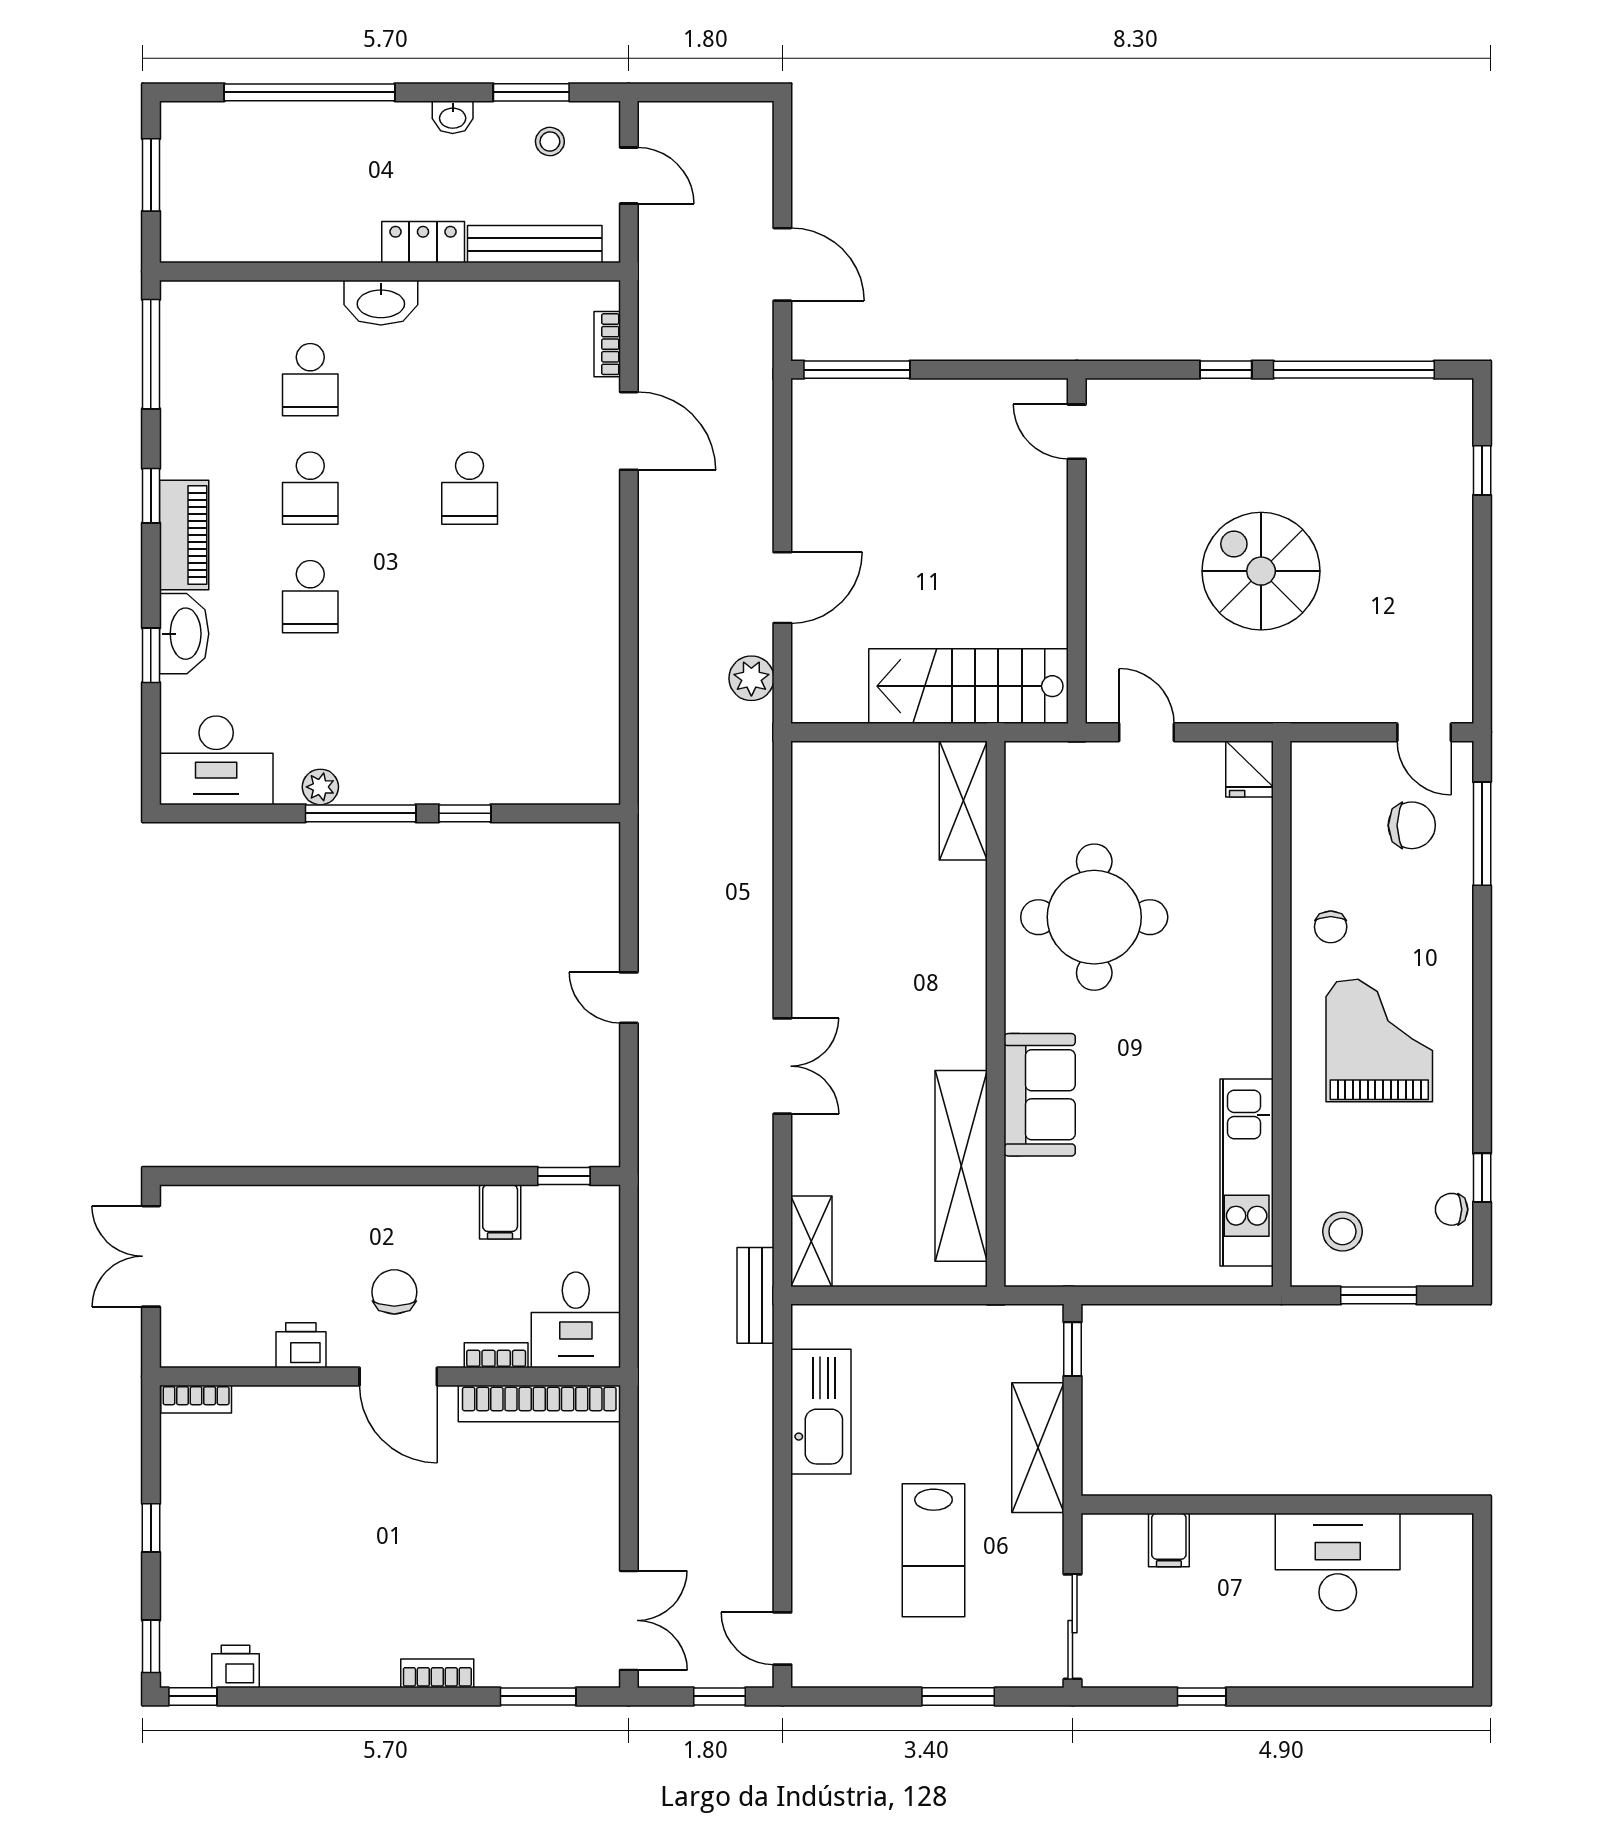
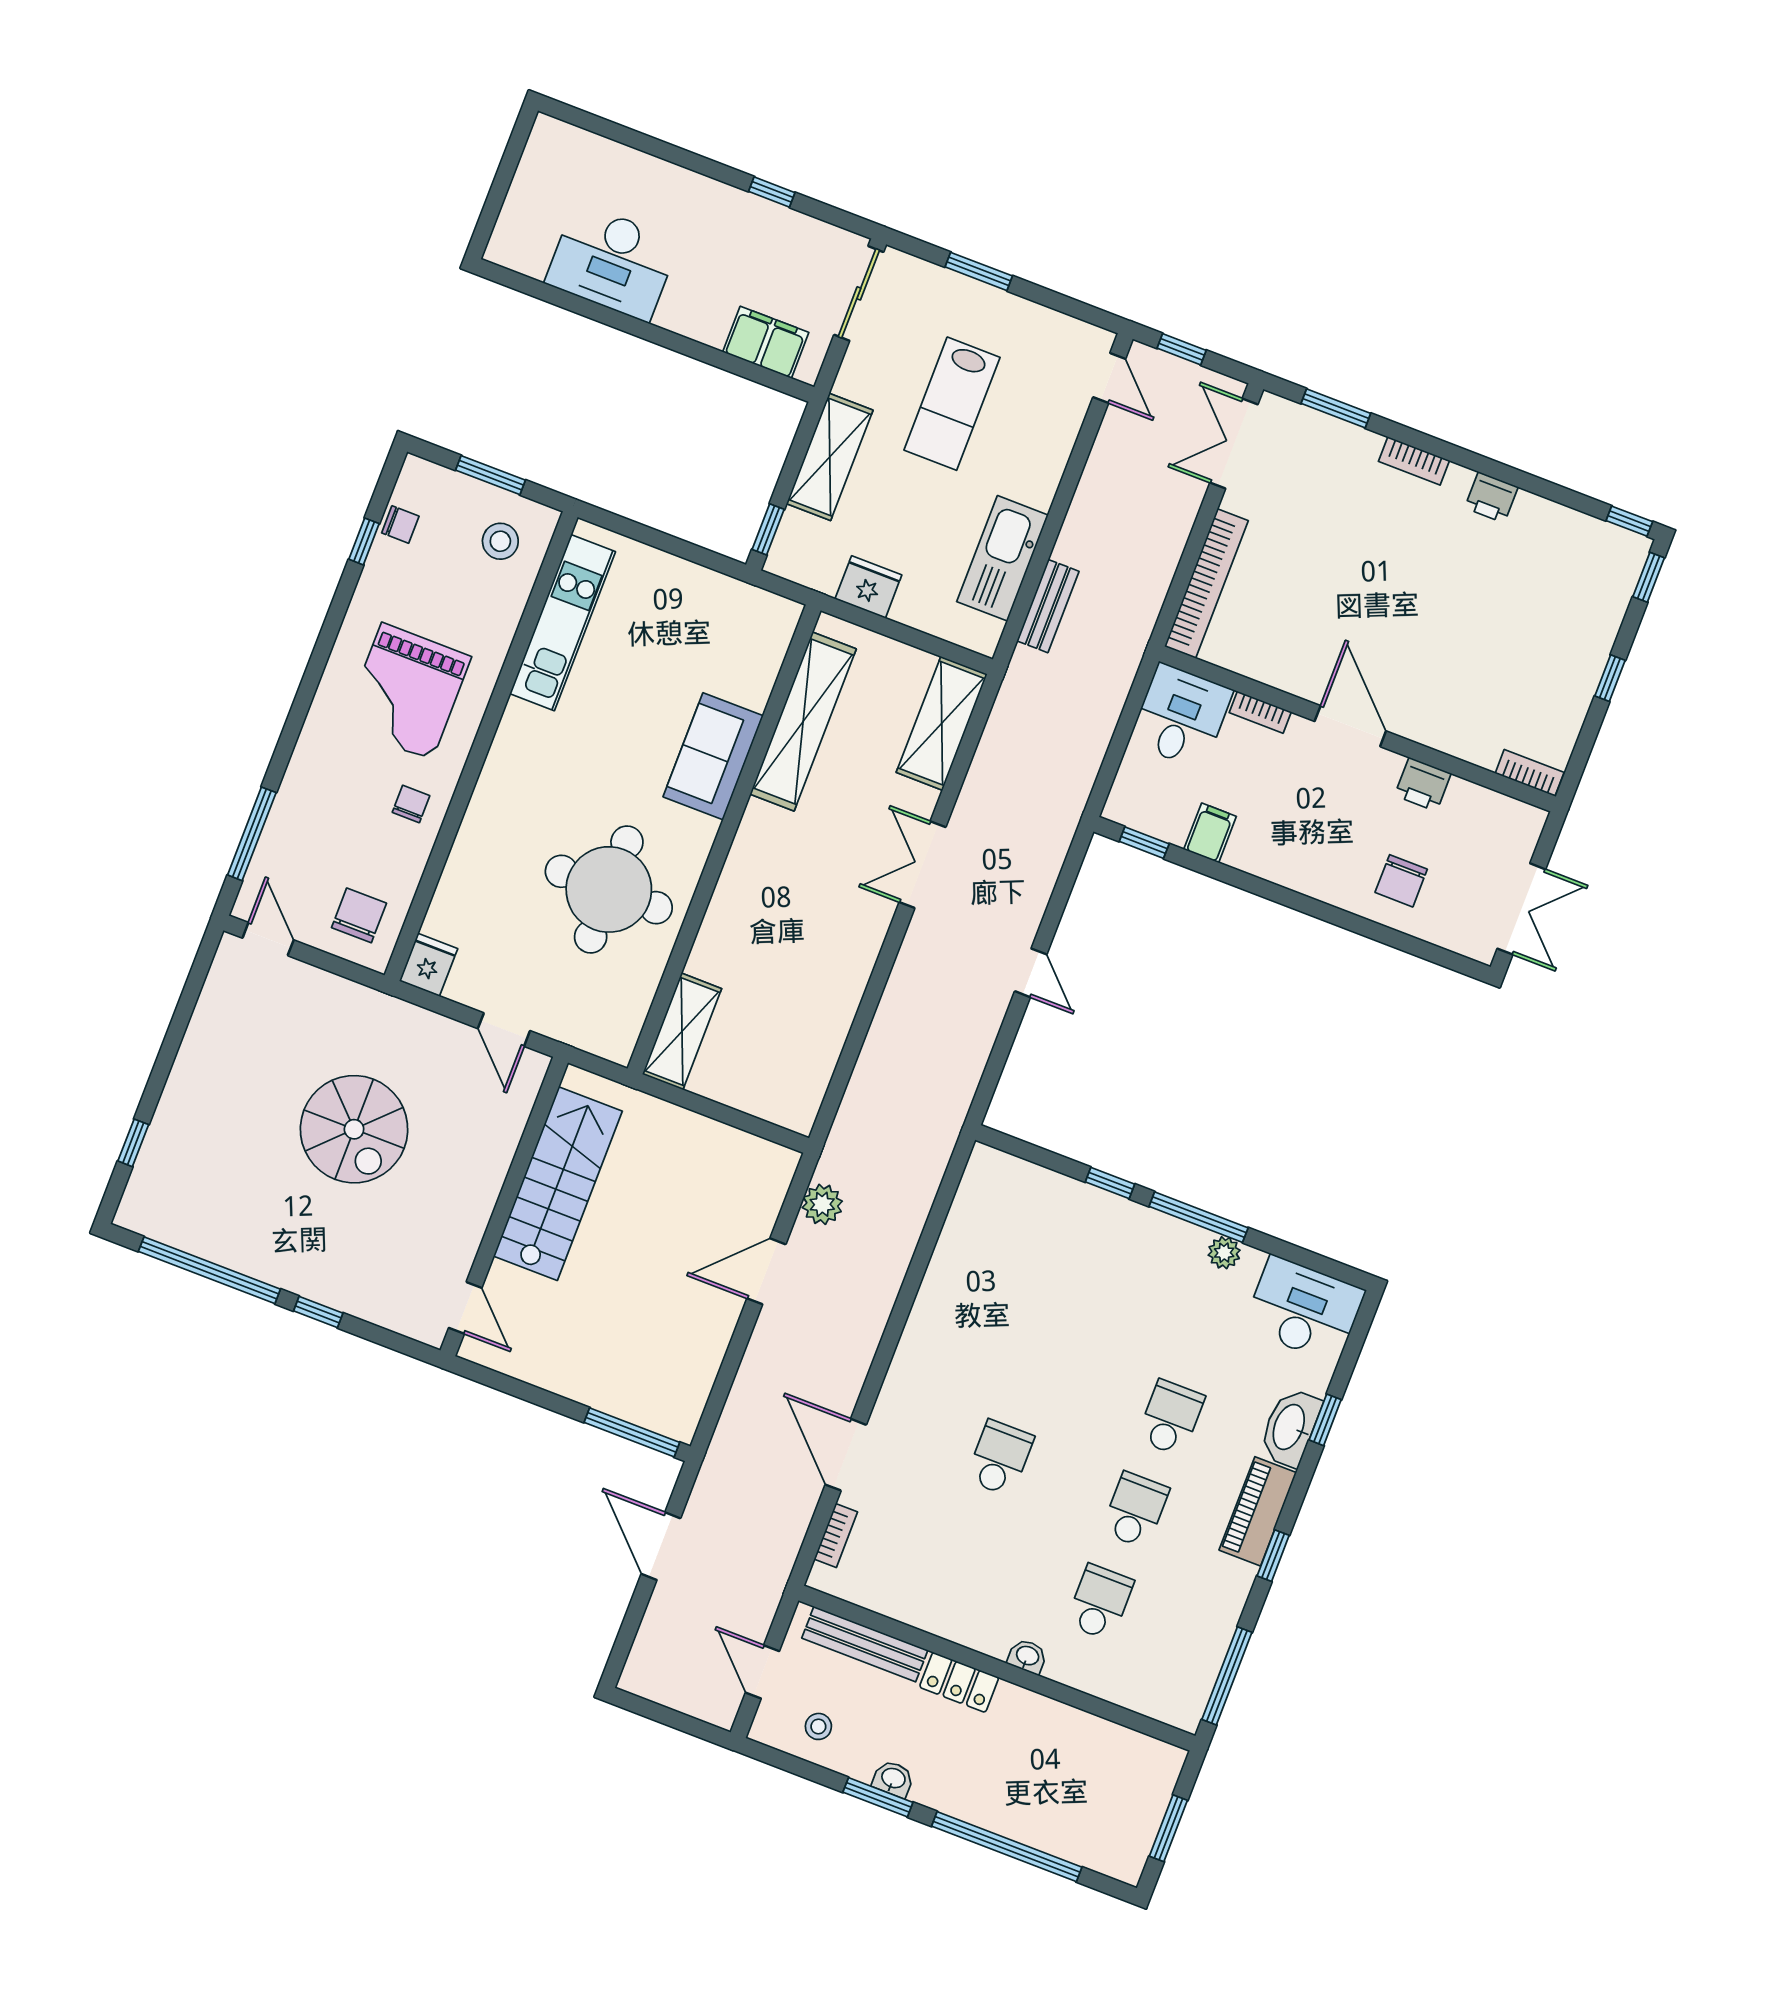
window: (531, 92) -> (878, 1797), moved
washbasin: (381, 303) -> (1027, 1656), width x0.52, depth x0.69
stairs: (969, 686) -> (558, 1184), moved, turned -90
chair: (1412, 825) -> (359, 915), moved, turned 90
shelving: (811, 1241) -> (942, 723), width x1.50, depth x1.33
chair: (394, 1292) -> (1401, 881), moved
bench: (756, 1295) -> (1048, 606), moved
fridge: (947, 1329) -> (868, 587), added
bookcase: (539, 1403) -> (1206, 584), moved, turned 90
filing cabinet: (1169, 1540) -> (766, 342), width x2.00
lab bench: (934, 1550) -> (952, 404), turned 180
printer: (236, 1667) -> (1491, 497), moved

